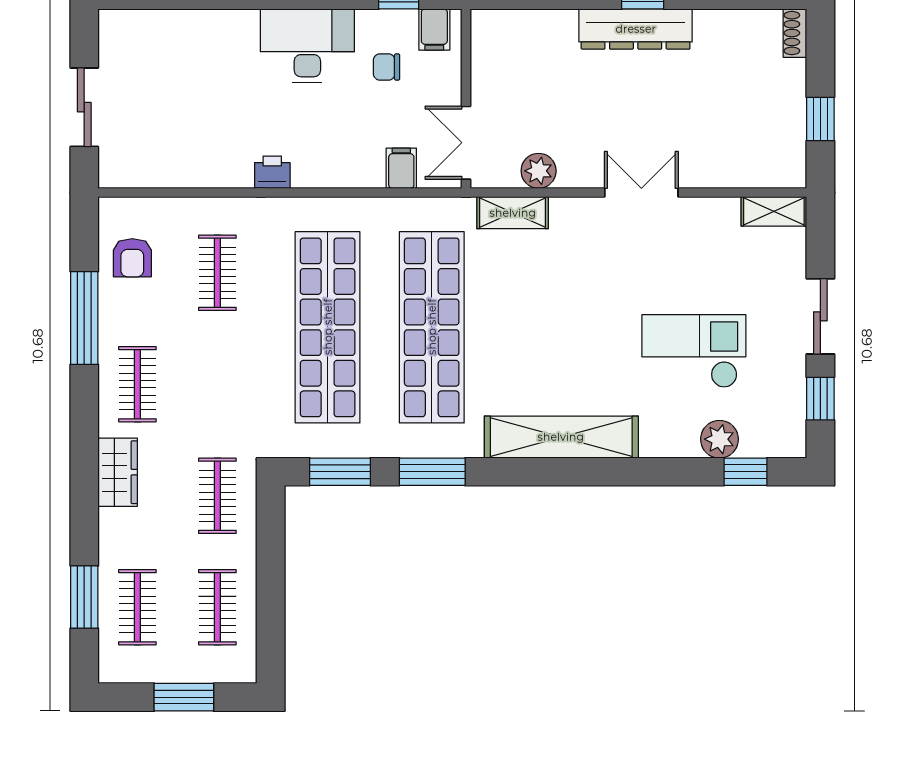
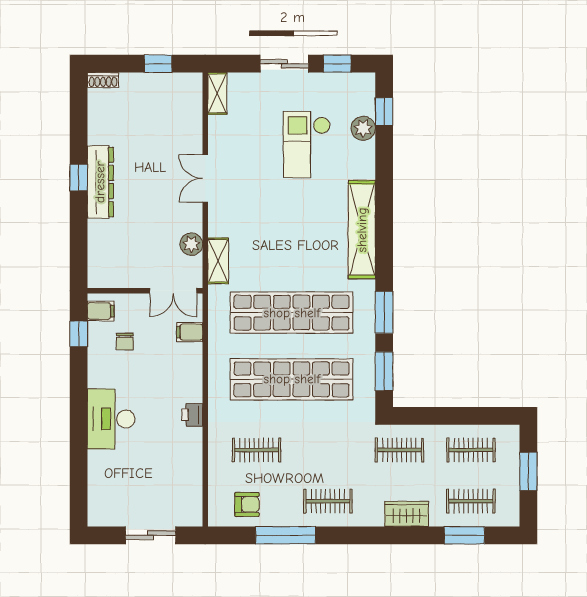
desk: (307, 46) -> (111, 419), moved
wardrobe: (118, 472) -> (407, 514), moved

